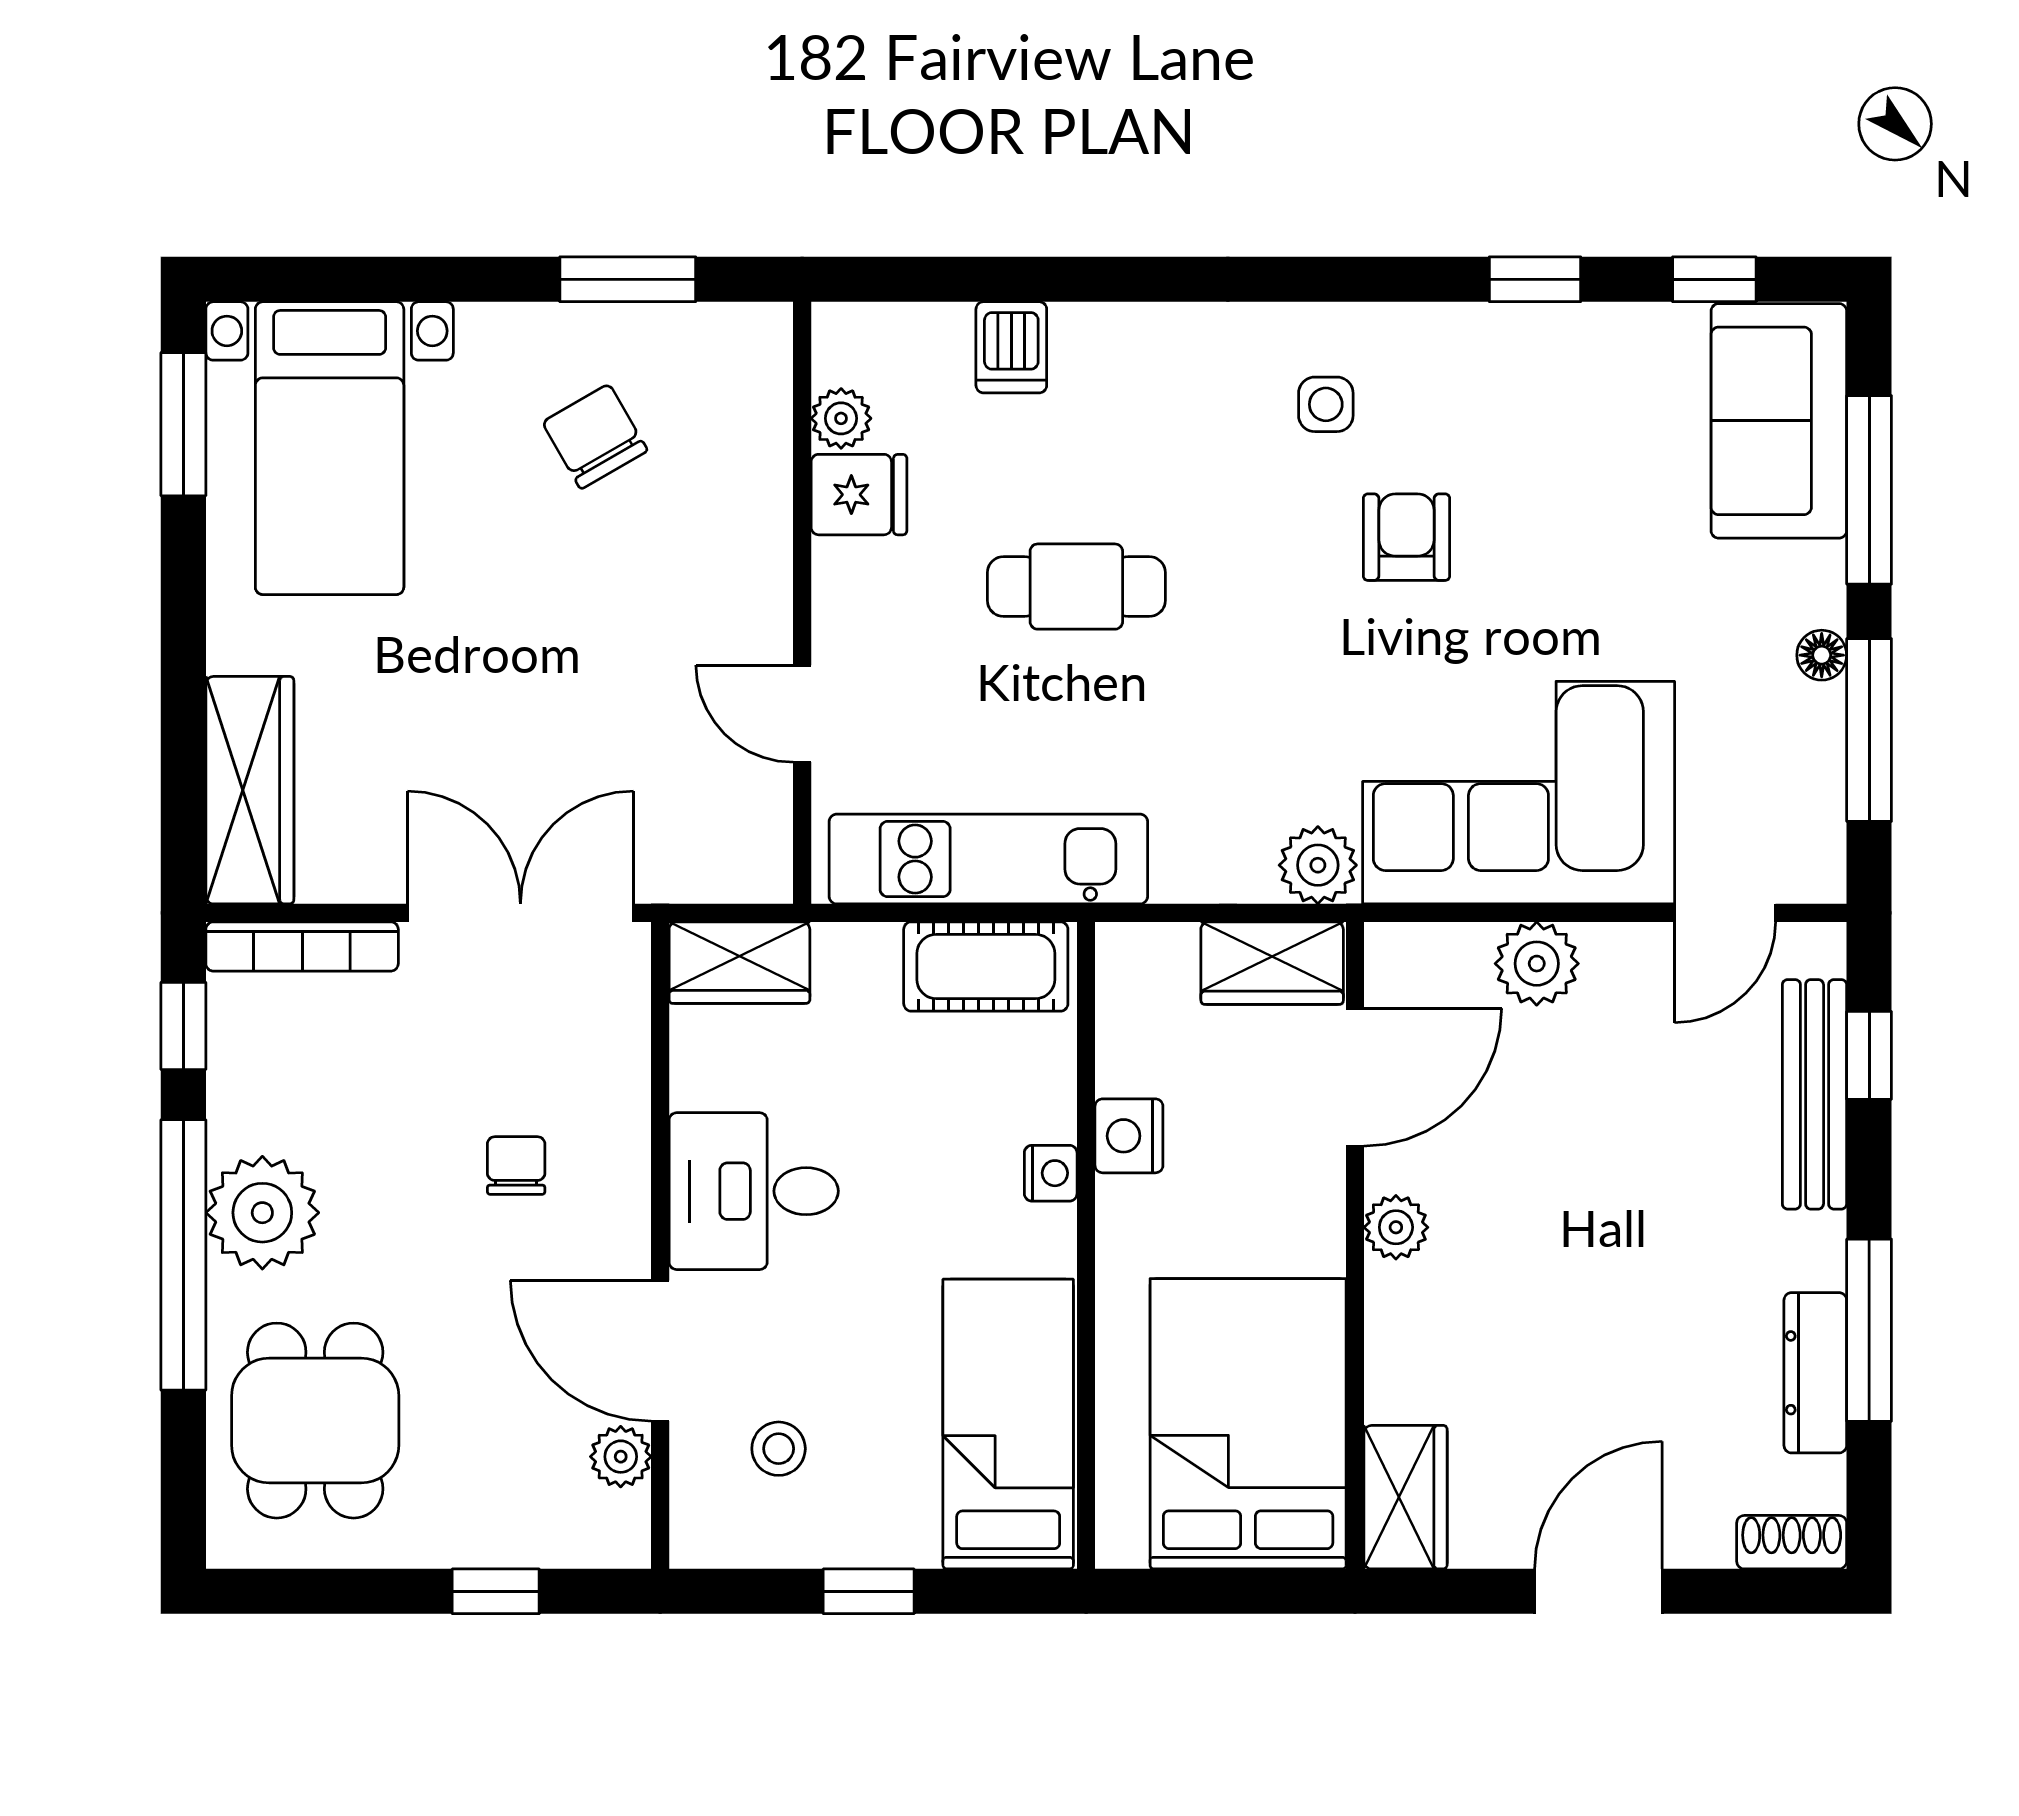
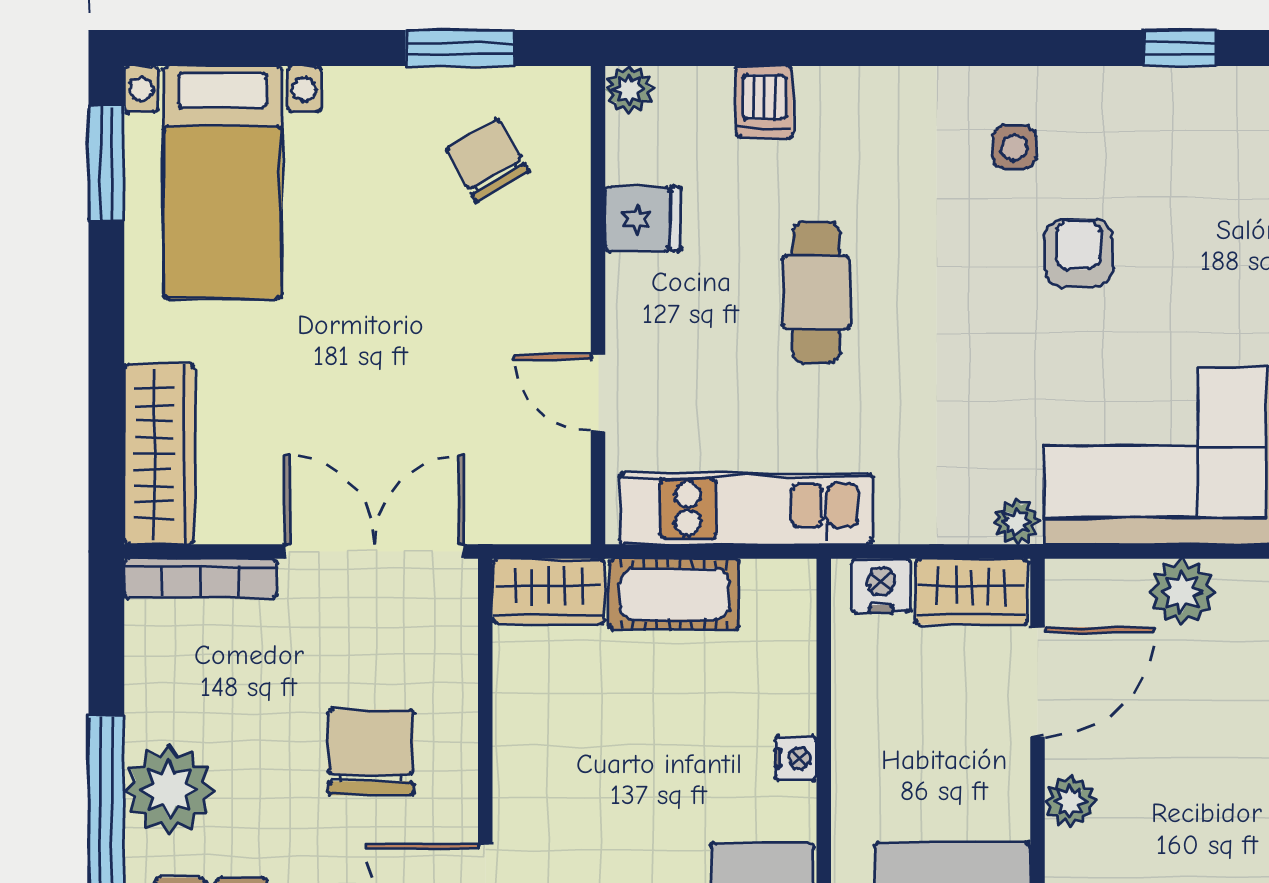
plant: (841, 418) -> (629, 90), moved
chair: (595, 436) -> (487, 160), moved
cafe table: (1076, 587) -> (816, 292), turned 90
plant: (1318, 865) -> (1016, 522), width x0.73, depth x0.73
cot: (986, 966) -> (674, 594), moved
window: (183, 1026) -> (106, 641), removed
nightstand: (1129, 1136) -> (881, 586), moved, turned 90
chair: (516, 1165) -> (371, 752), width x1.87, depth x1.87
desk: (754, 1191) -> (560, 773), removed

